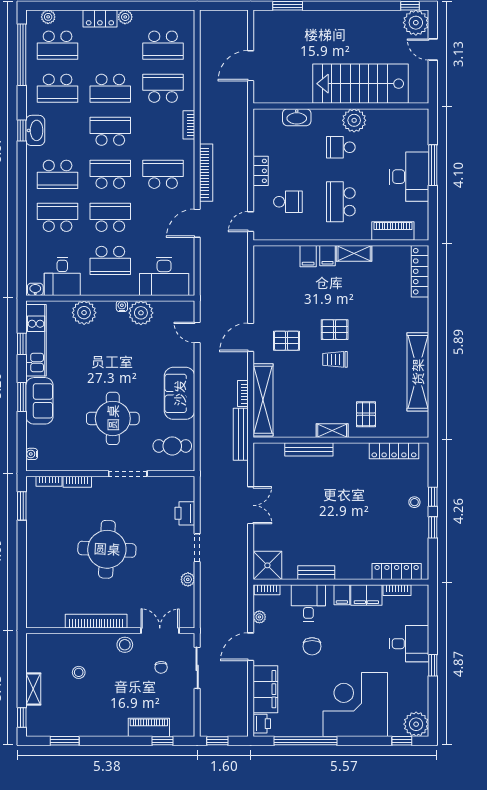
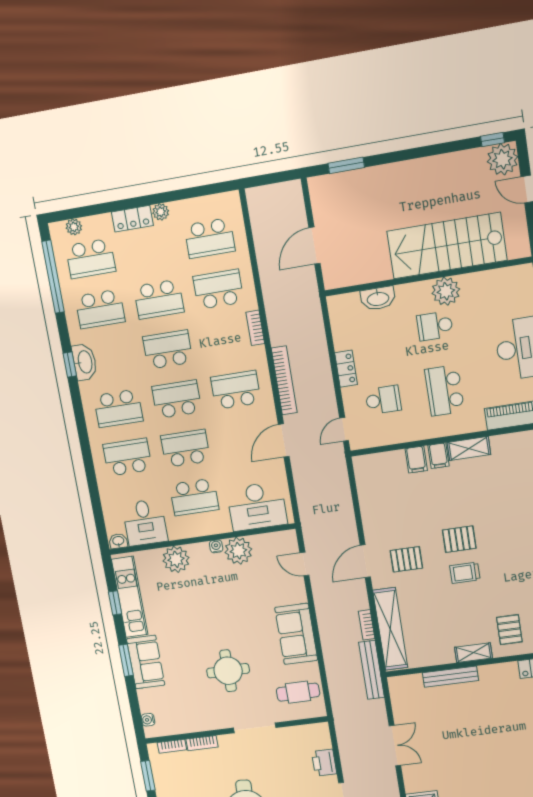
round table: (113, 418) -> (228, 671), width x0.73, depth x0.73

